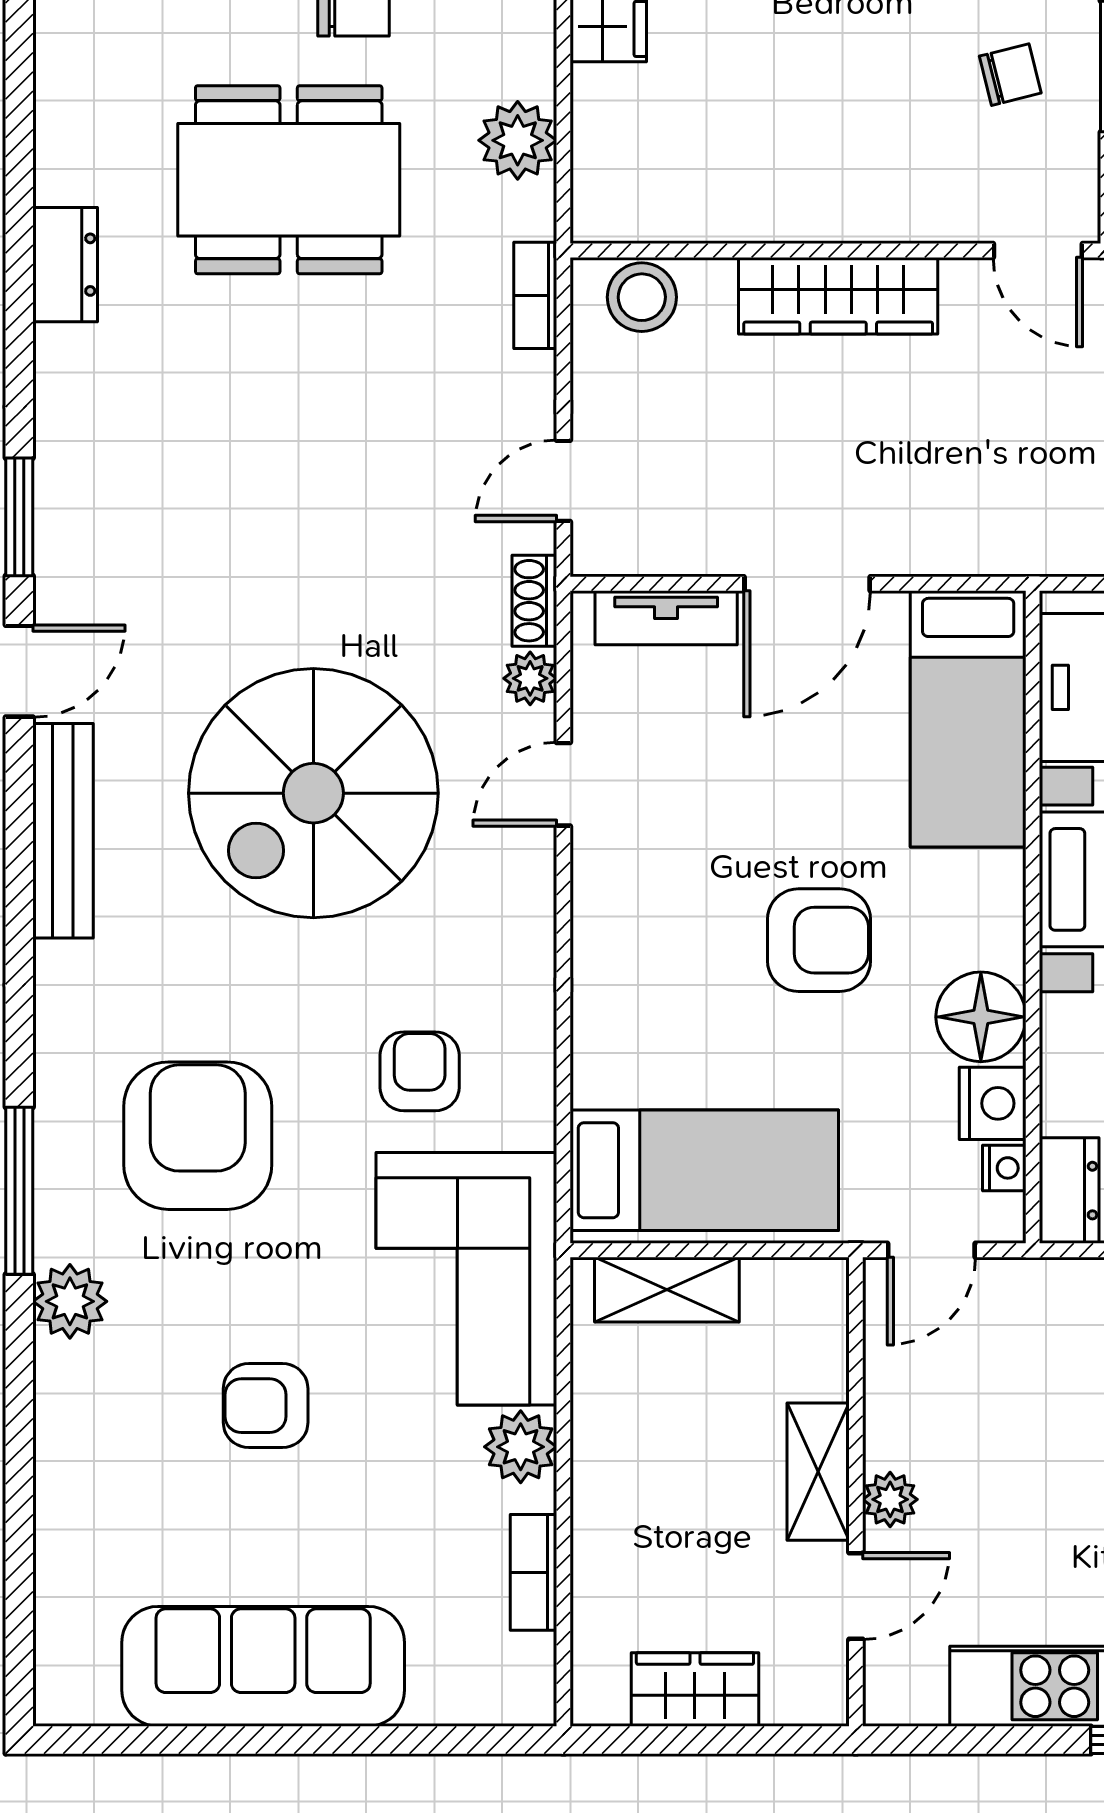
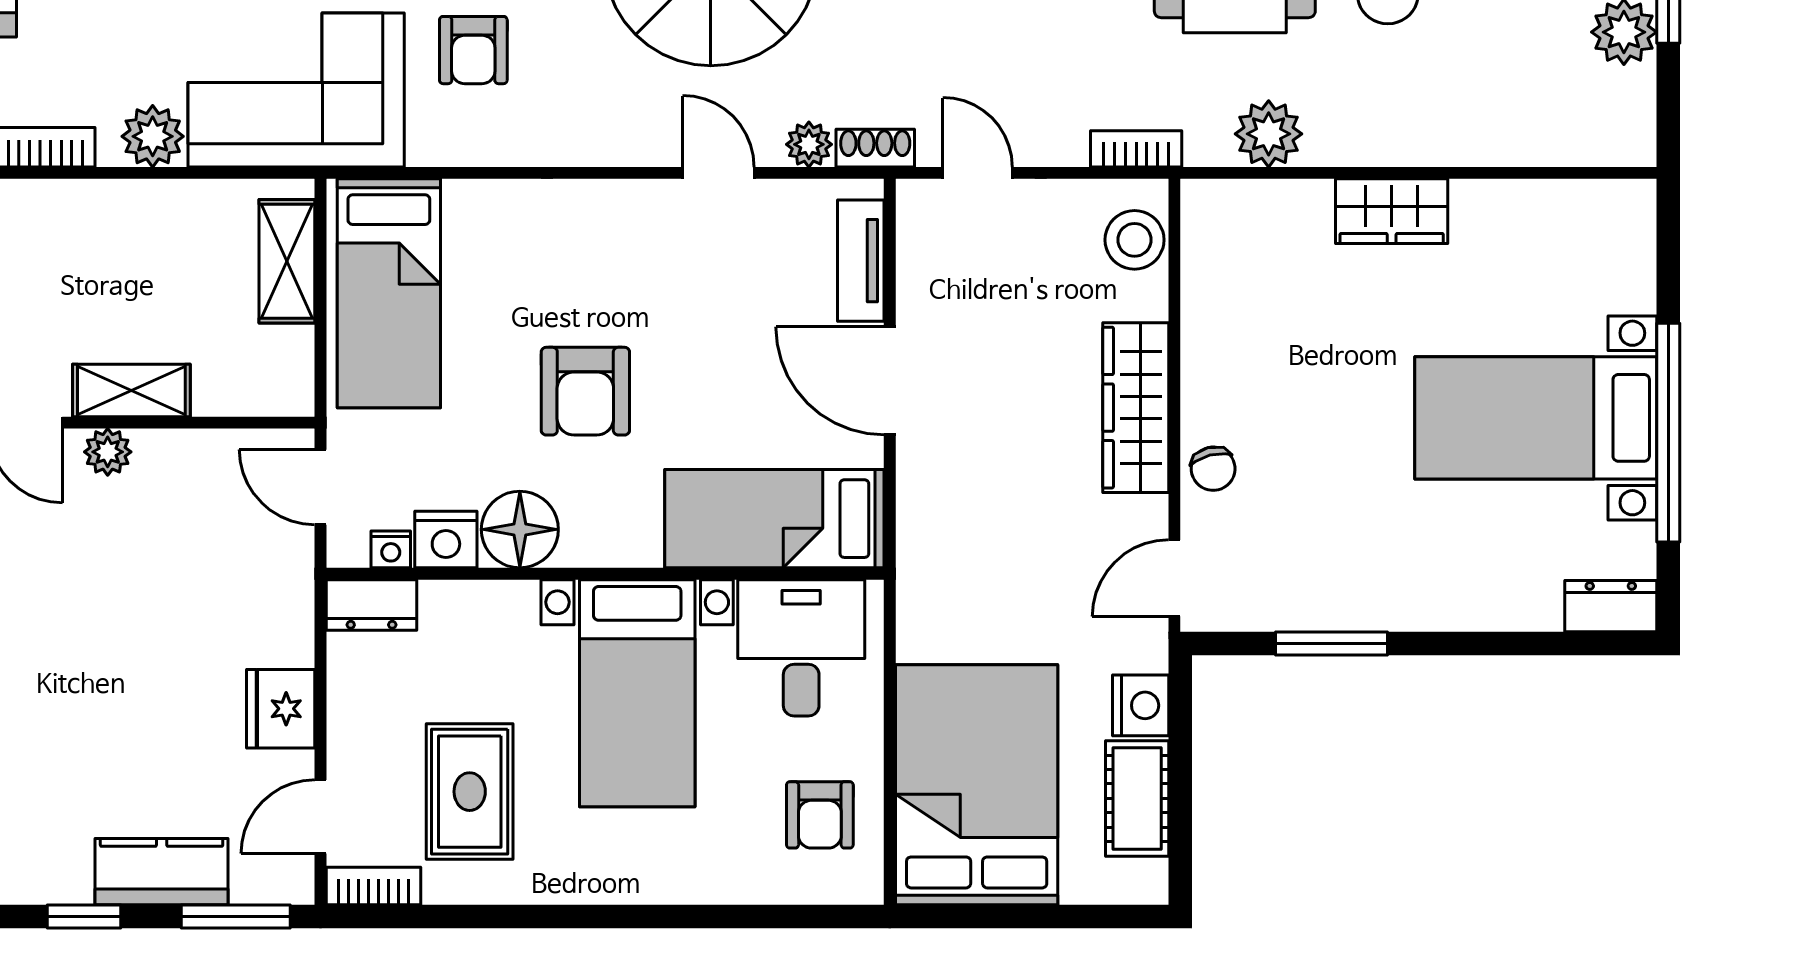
chair: (1010, 75) -> (1213, 469), moved
armchair: (420, 1071) -> (473, 50), turned 90

